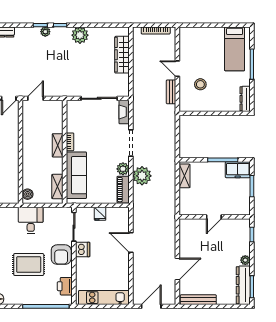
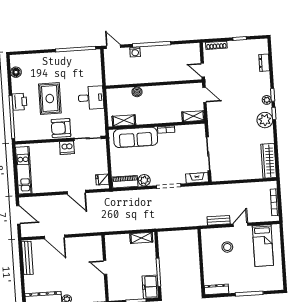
plant: (80, 35) -> (265, 120), moved
bed: (235, 49) -> (263, 246), moved, turned -90
wardrobe: (122, 55) -> (269, 161), moved, turned -90
shelving: (58, 145) -> (193, 116), moved
plant: (142, 176) -> (139, 198), removed
boiler: (28, 194) -> (137, 92), moved
fridge: (100, 214) -> (102, 180), moved
door: (131, 242) -> (76, 192), swing flipped
printer: (65, 286) -> (19, 102), moved, turned 90

